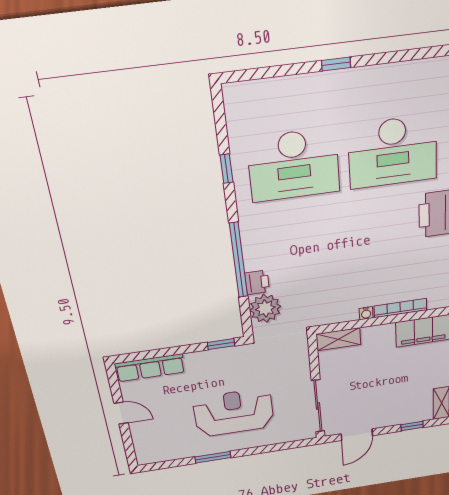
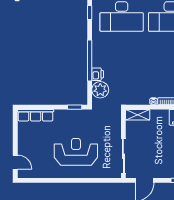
door: (121, 413) -> (15, 162), moved
window: (213, 457) -> (60, 180), removed

